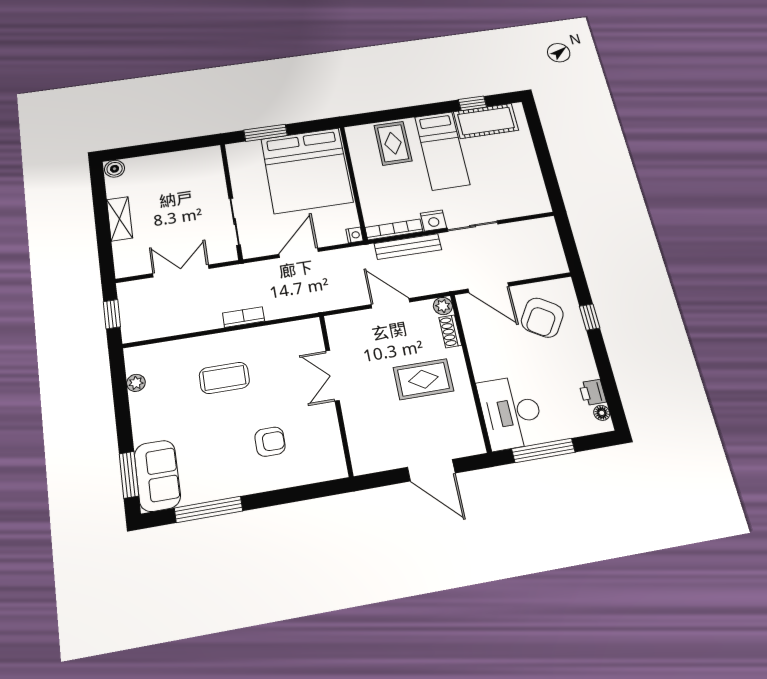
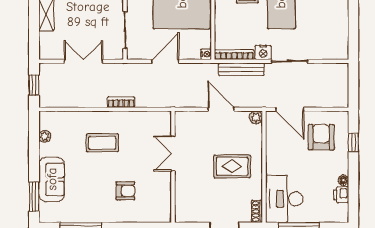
armchair: (542, 318) -> (321, 137), turned 148
shoe rack: (450, 331) -> (257, 211), moved
floor lamp: (602, 413) -> (343, 180), moved
sofa: (157, 476) -> (52, 179), moved

